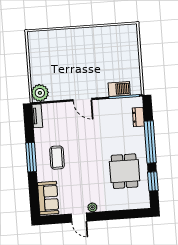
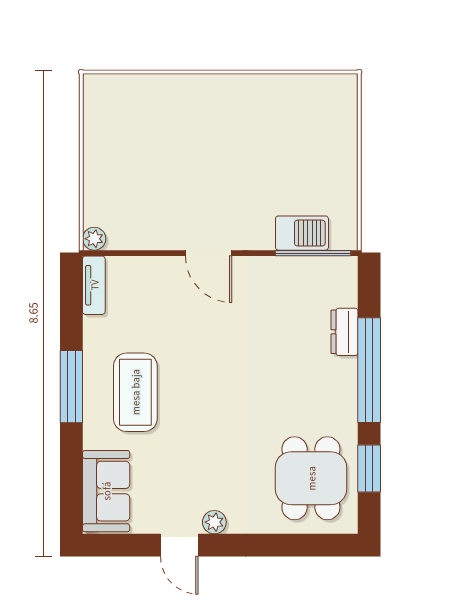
plant: (40, 93) -> (94, 239), width x0.53, depth x0.53
dresser: (138, 117) -> (344, 332), moved
coffee table: (57, 158) -> (135, 392), width x1.36, depth x1.32
dining table: (125, 171) -> (311, 478), moved

